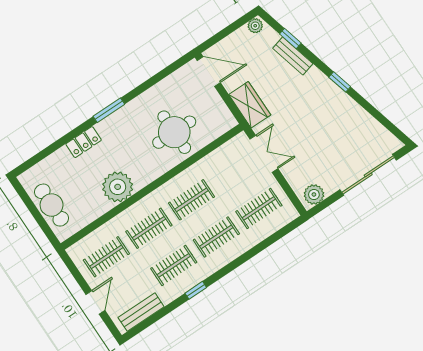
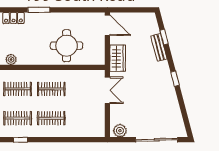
plant: (255, 26) -> (150, 17), removed
plant: (118, 187) -> (11, 59), width x0.53, depth x0.53
clothes rail: (259, 208) -> (85, 118), removed

